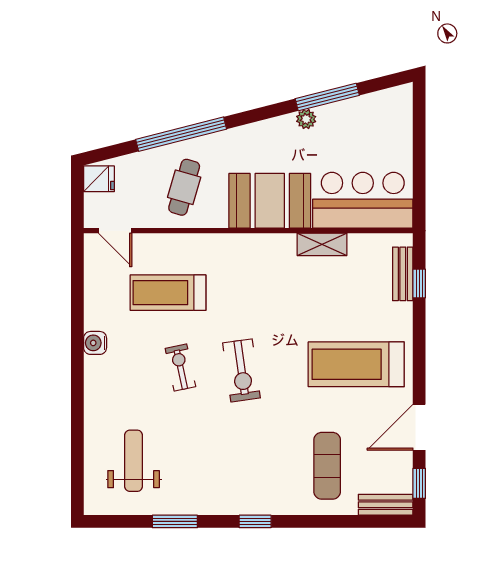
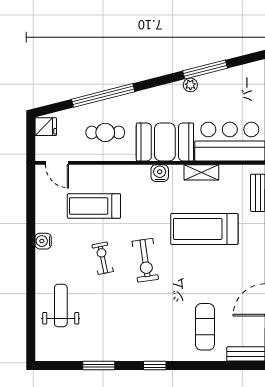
cafe table: (184, 187) -> (105, 132), turned 74
water cooler: (262, 245) -> (160, 173), added
treadmill: (356, 364) -> (204, 229), moved
weight bench: (134, 461) -> (61, 305), moved

